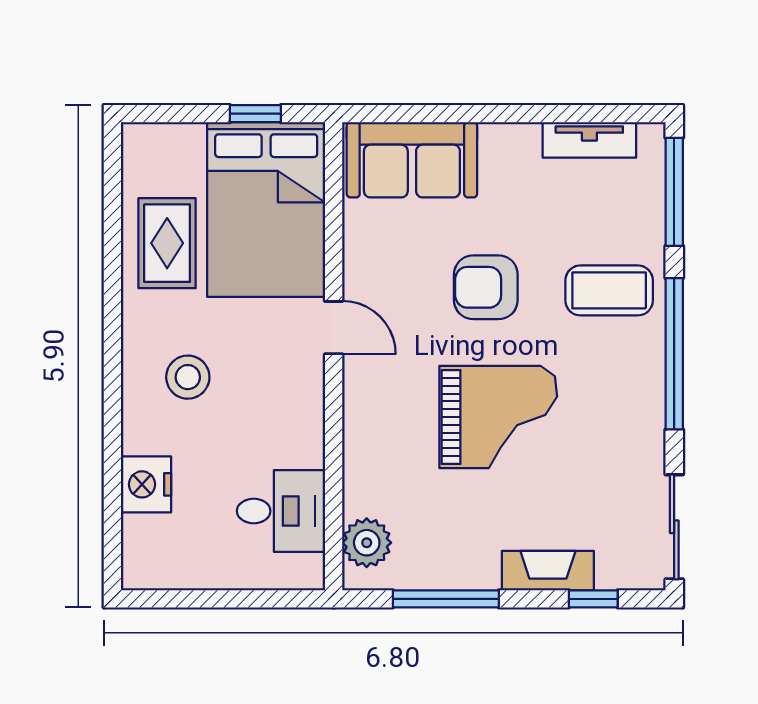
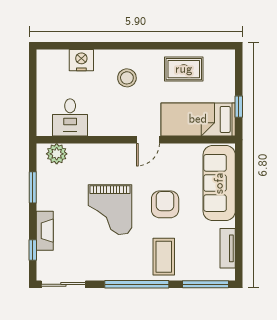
sofa: (412, 160) -> (219, 183), width x1.36
bed: (266, 209) -> (198, 119), width x0.67
window: (446, 599) -> (33, 187), width x0.69

